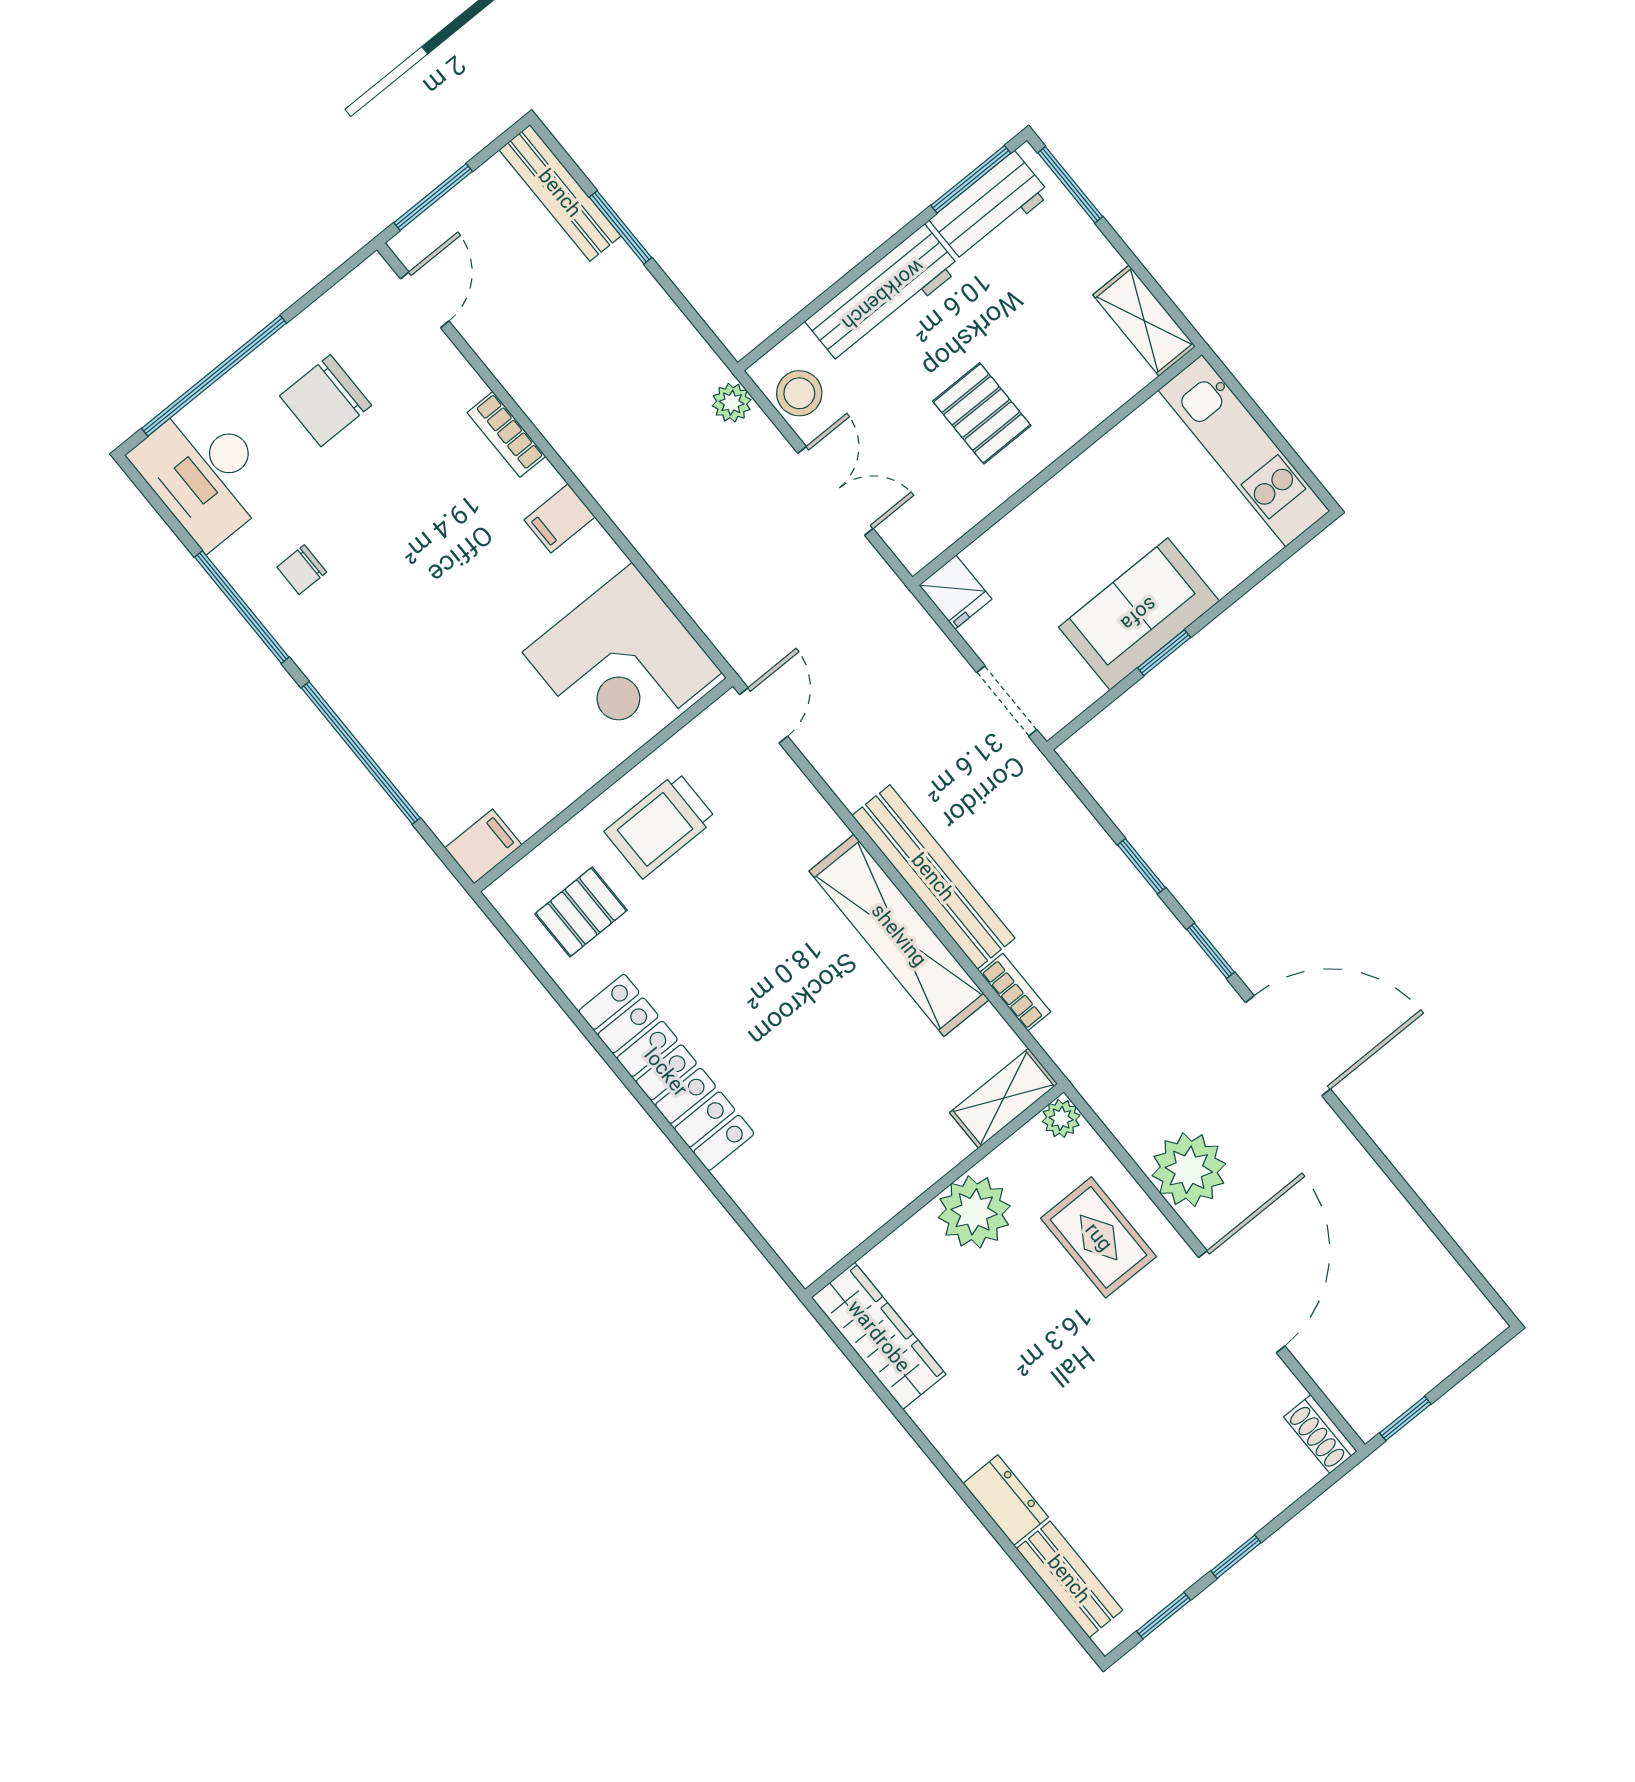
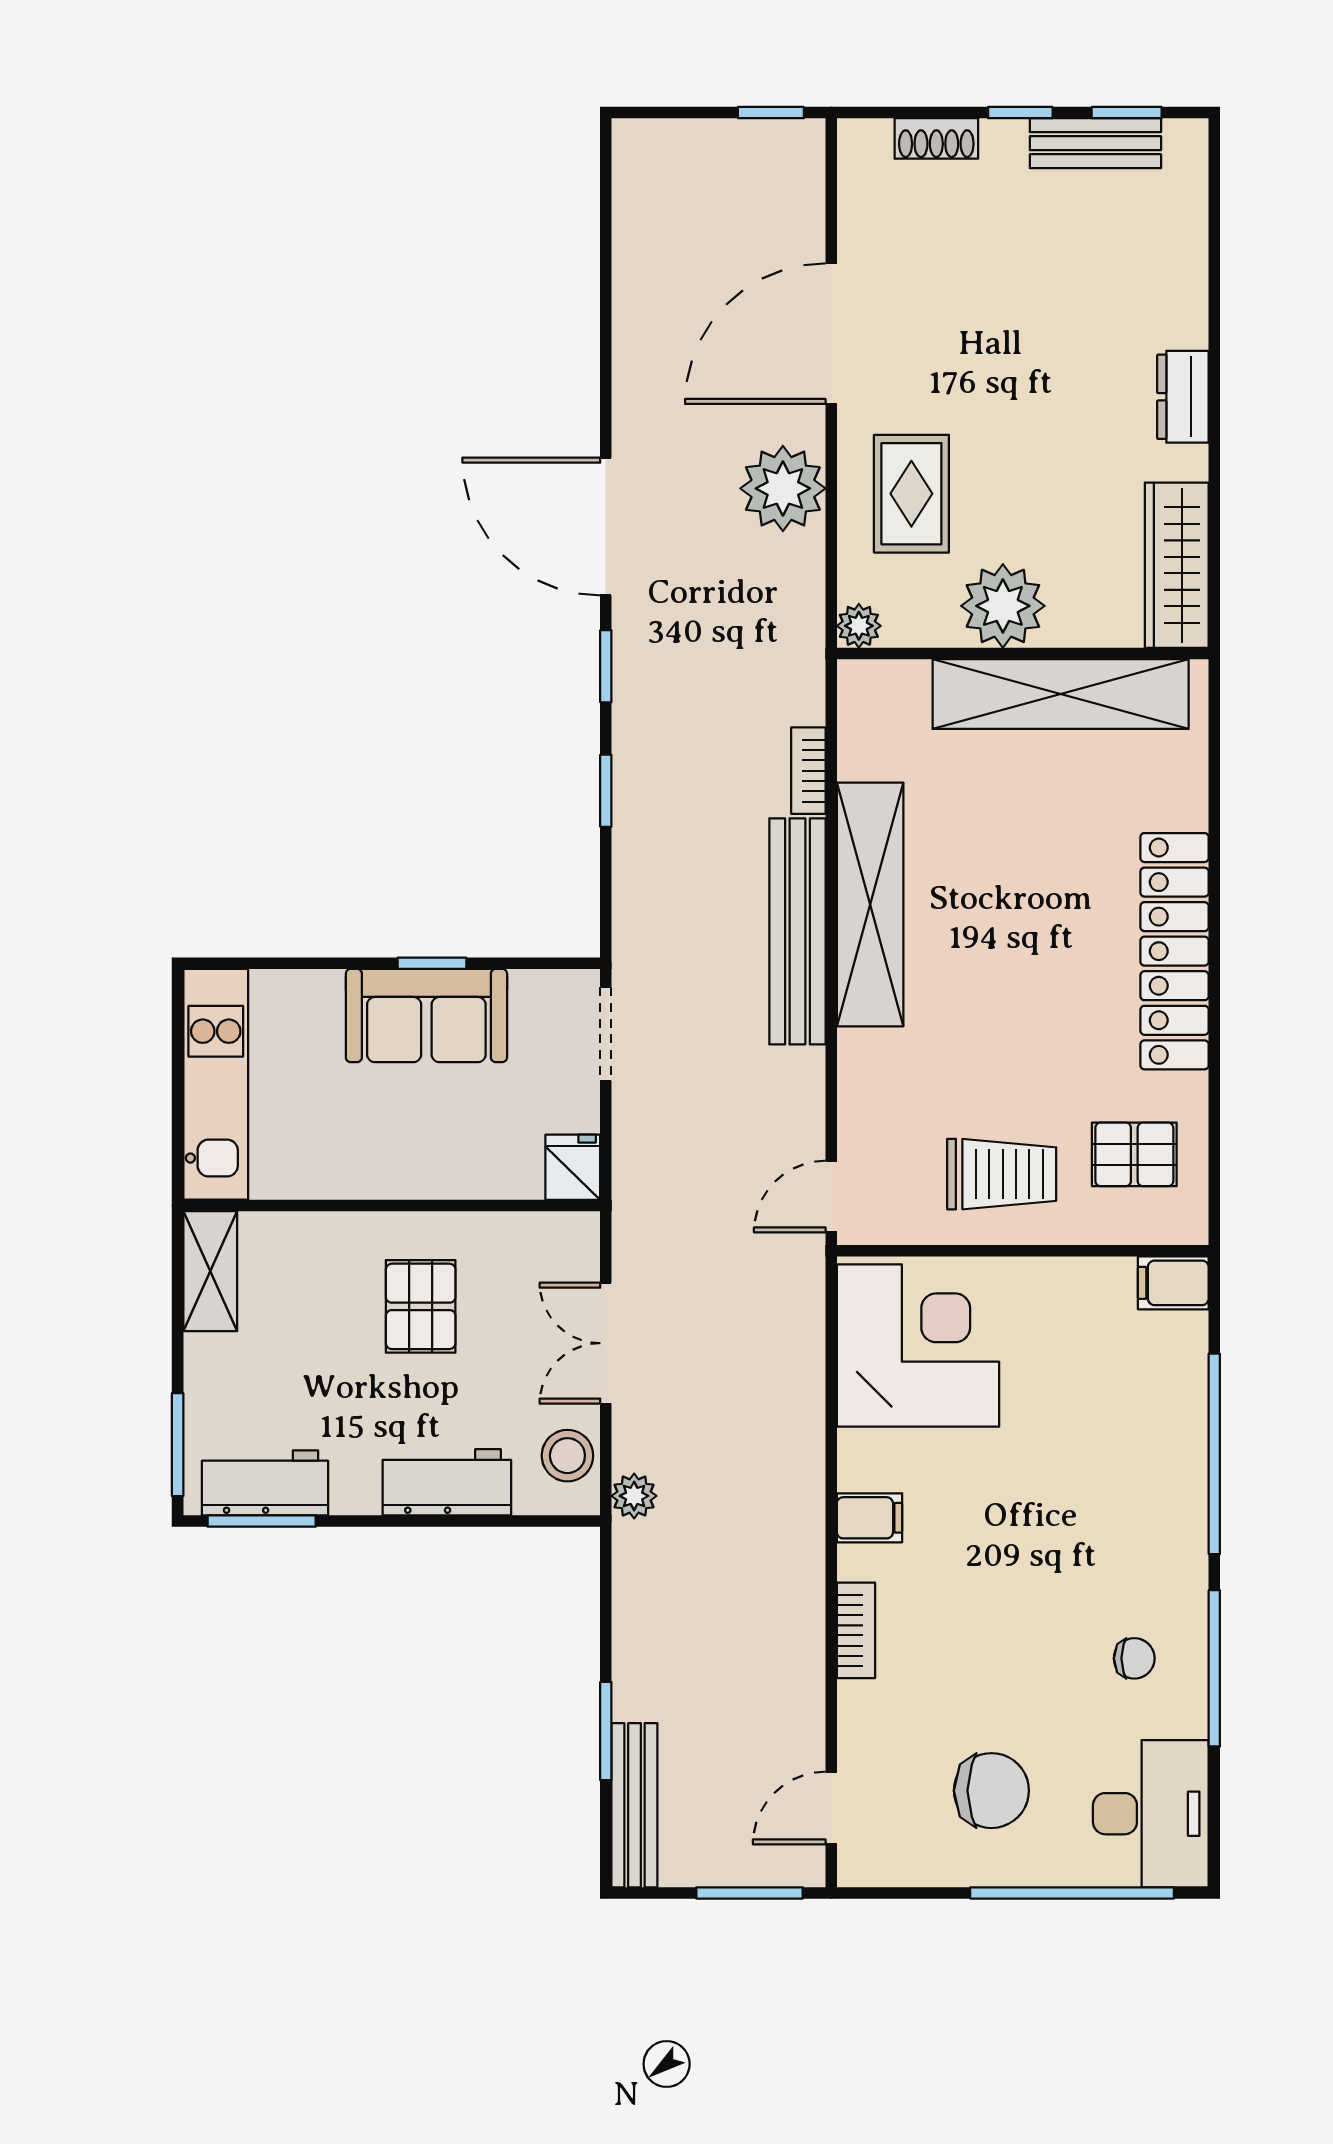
workbench: (883, 295) -> (447, 1482), width x0.73
shelving: (1004, 1098) -> (1061, 694), moved, width x2.20, depth x1.33
shoe rack: (1320, 1434) -> (936, 138), moved, turned 90
dresser: (1006, 1500) -> (1183, 397), moved
bench: (1069, 1579) -> (1095, 143), moved, turned 90

